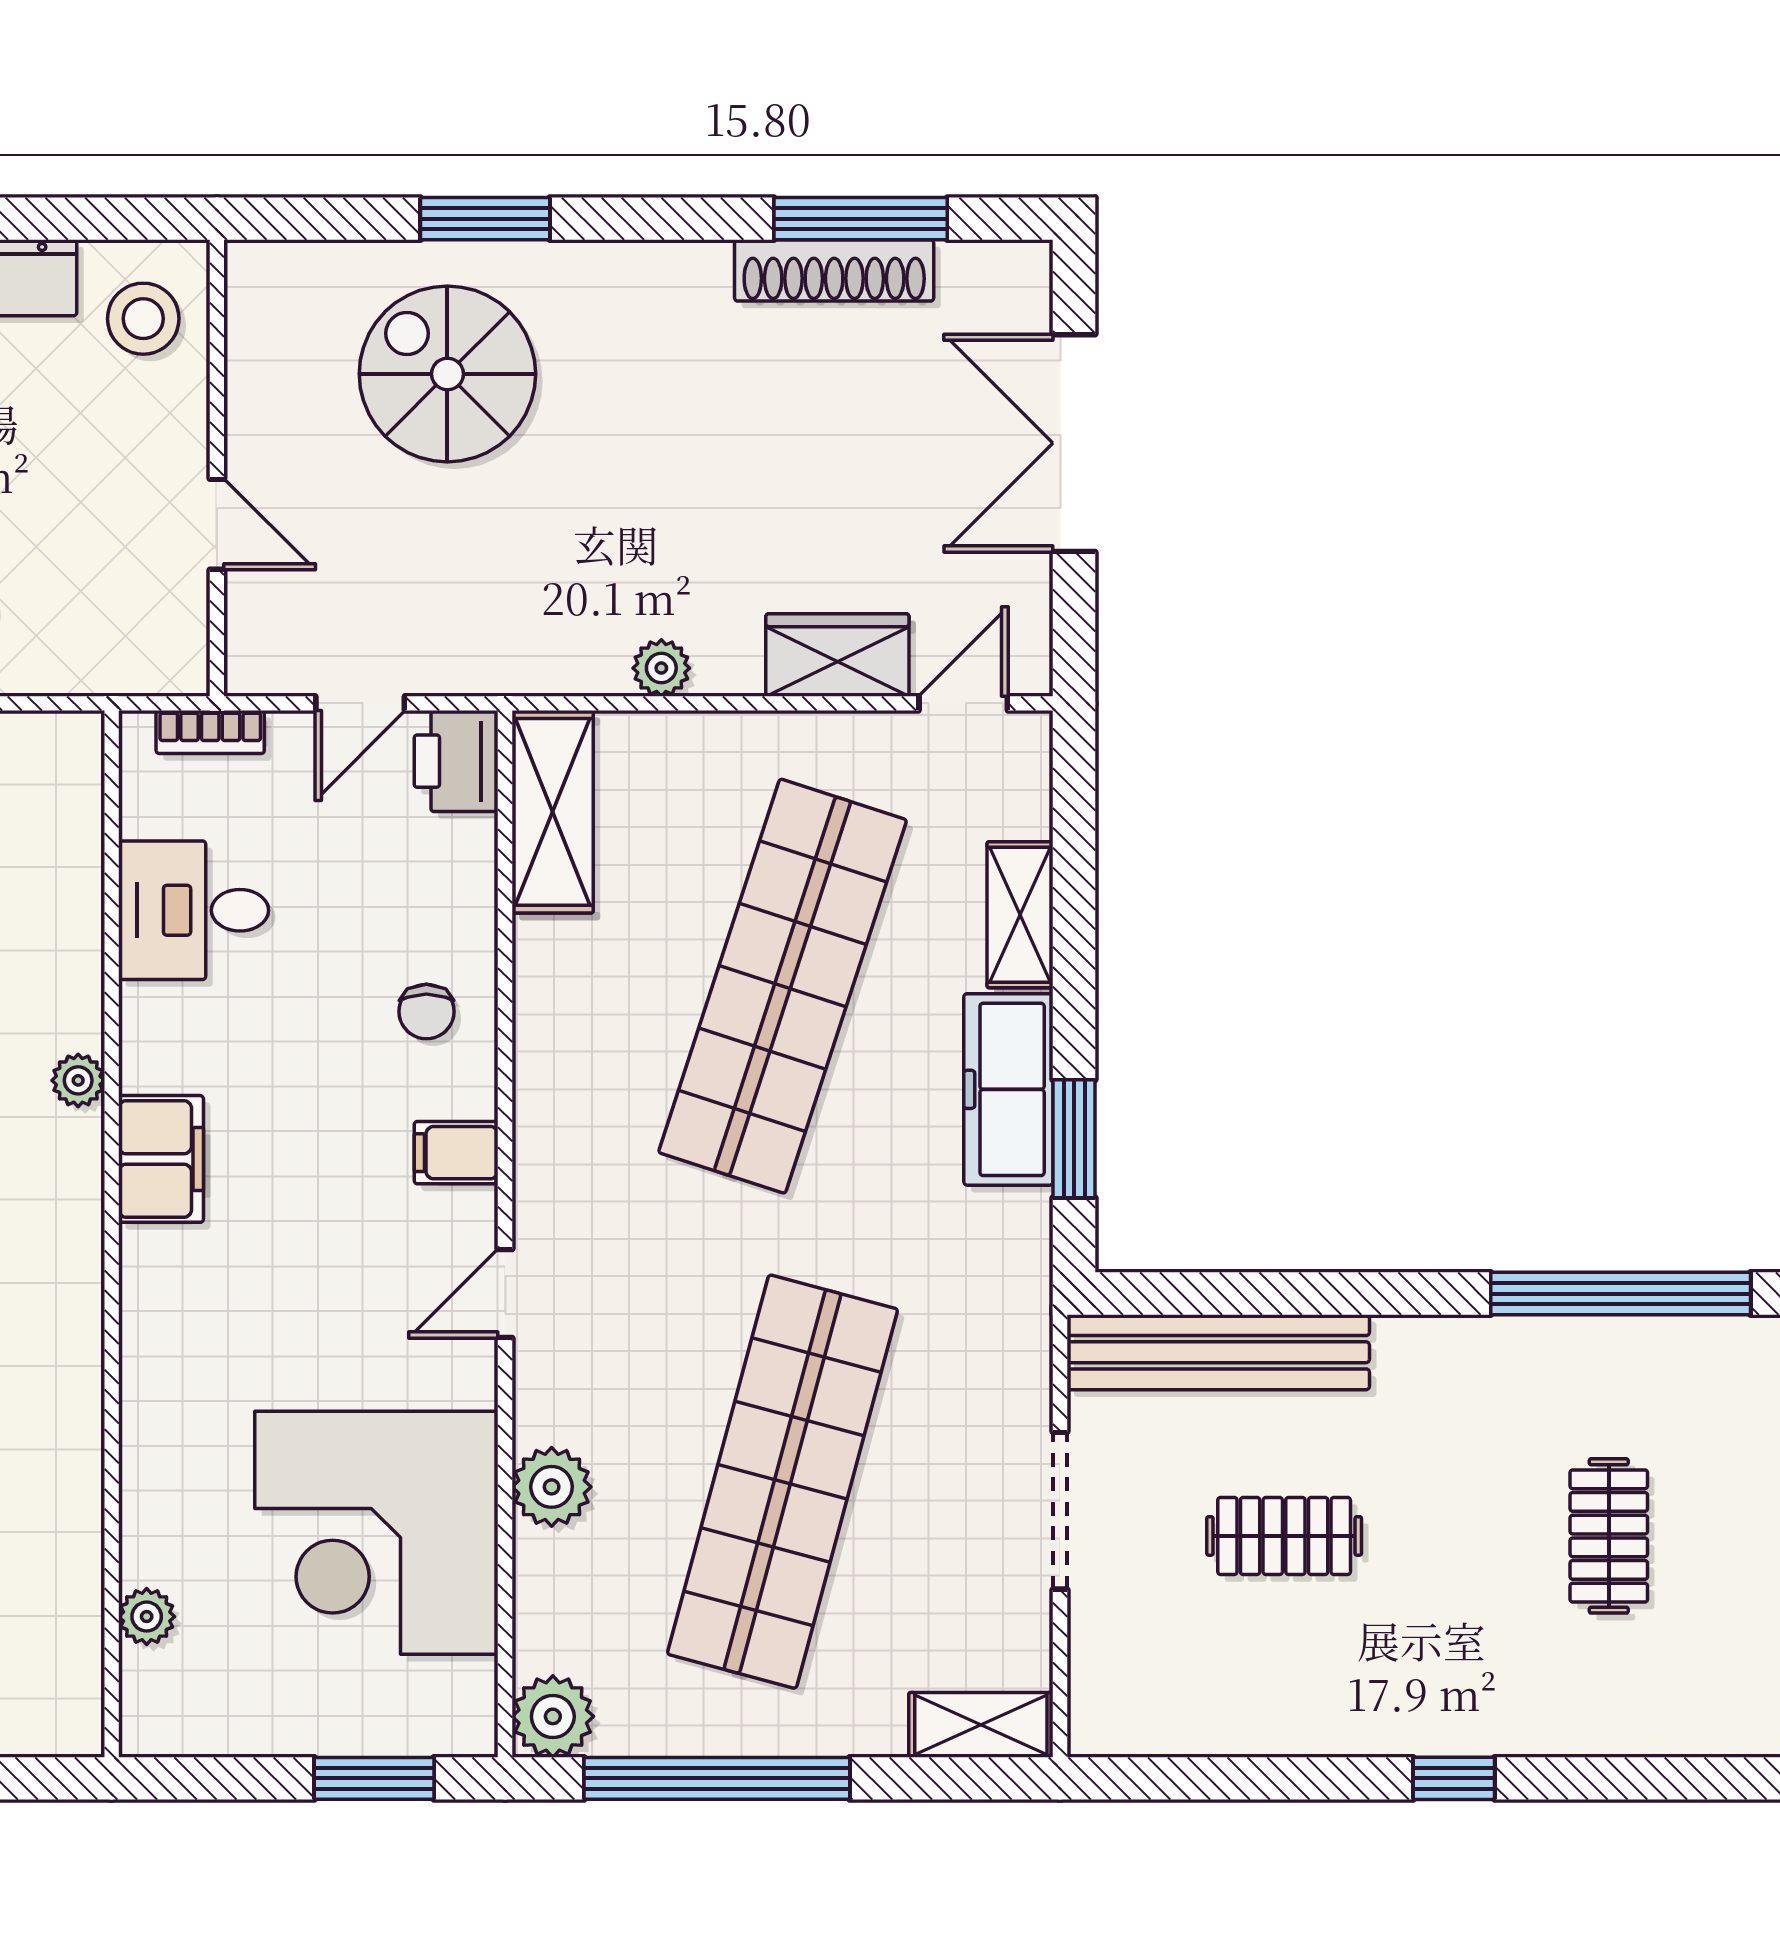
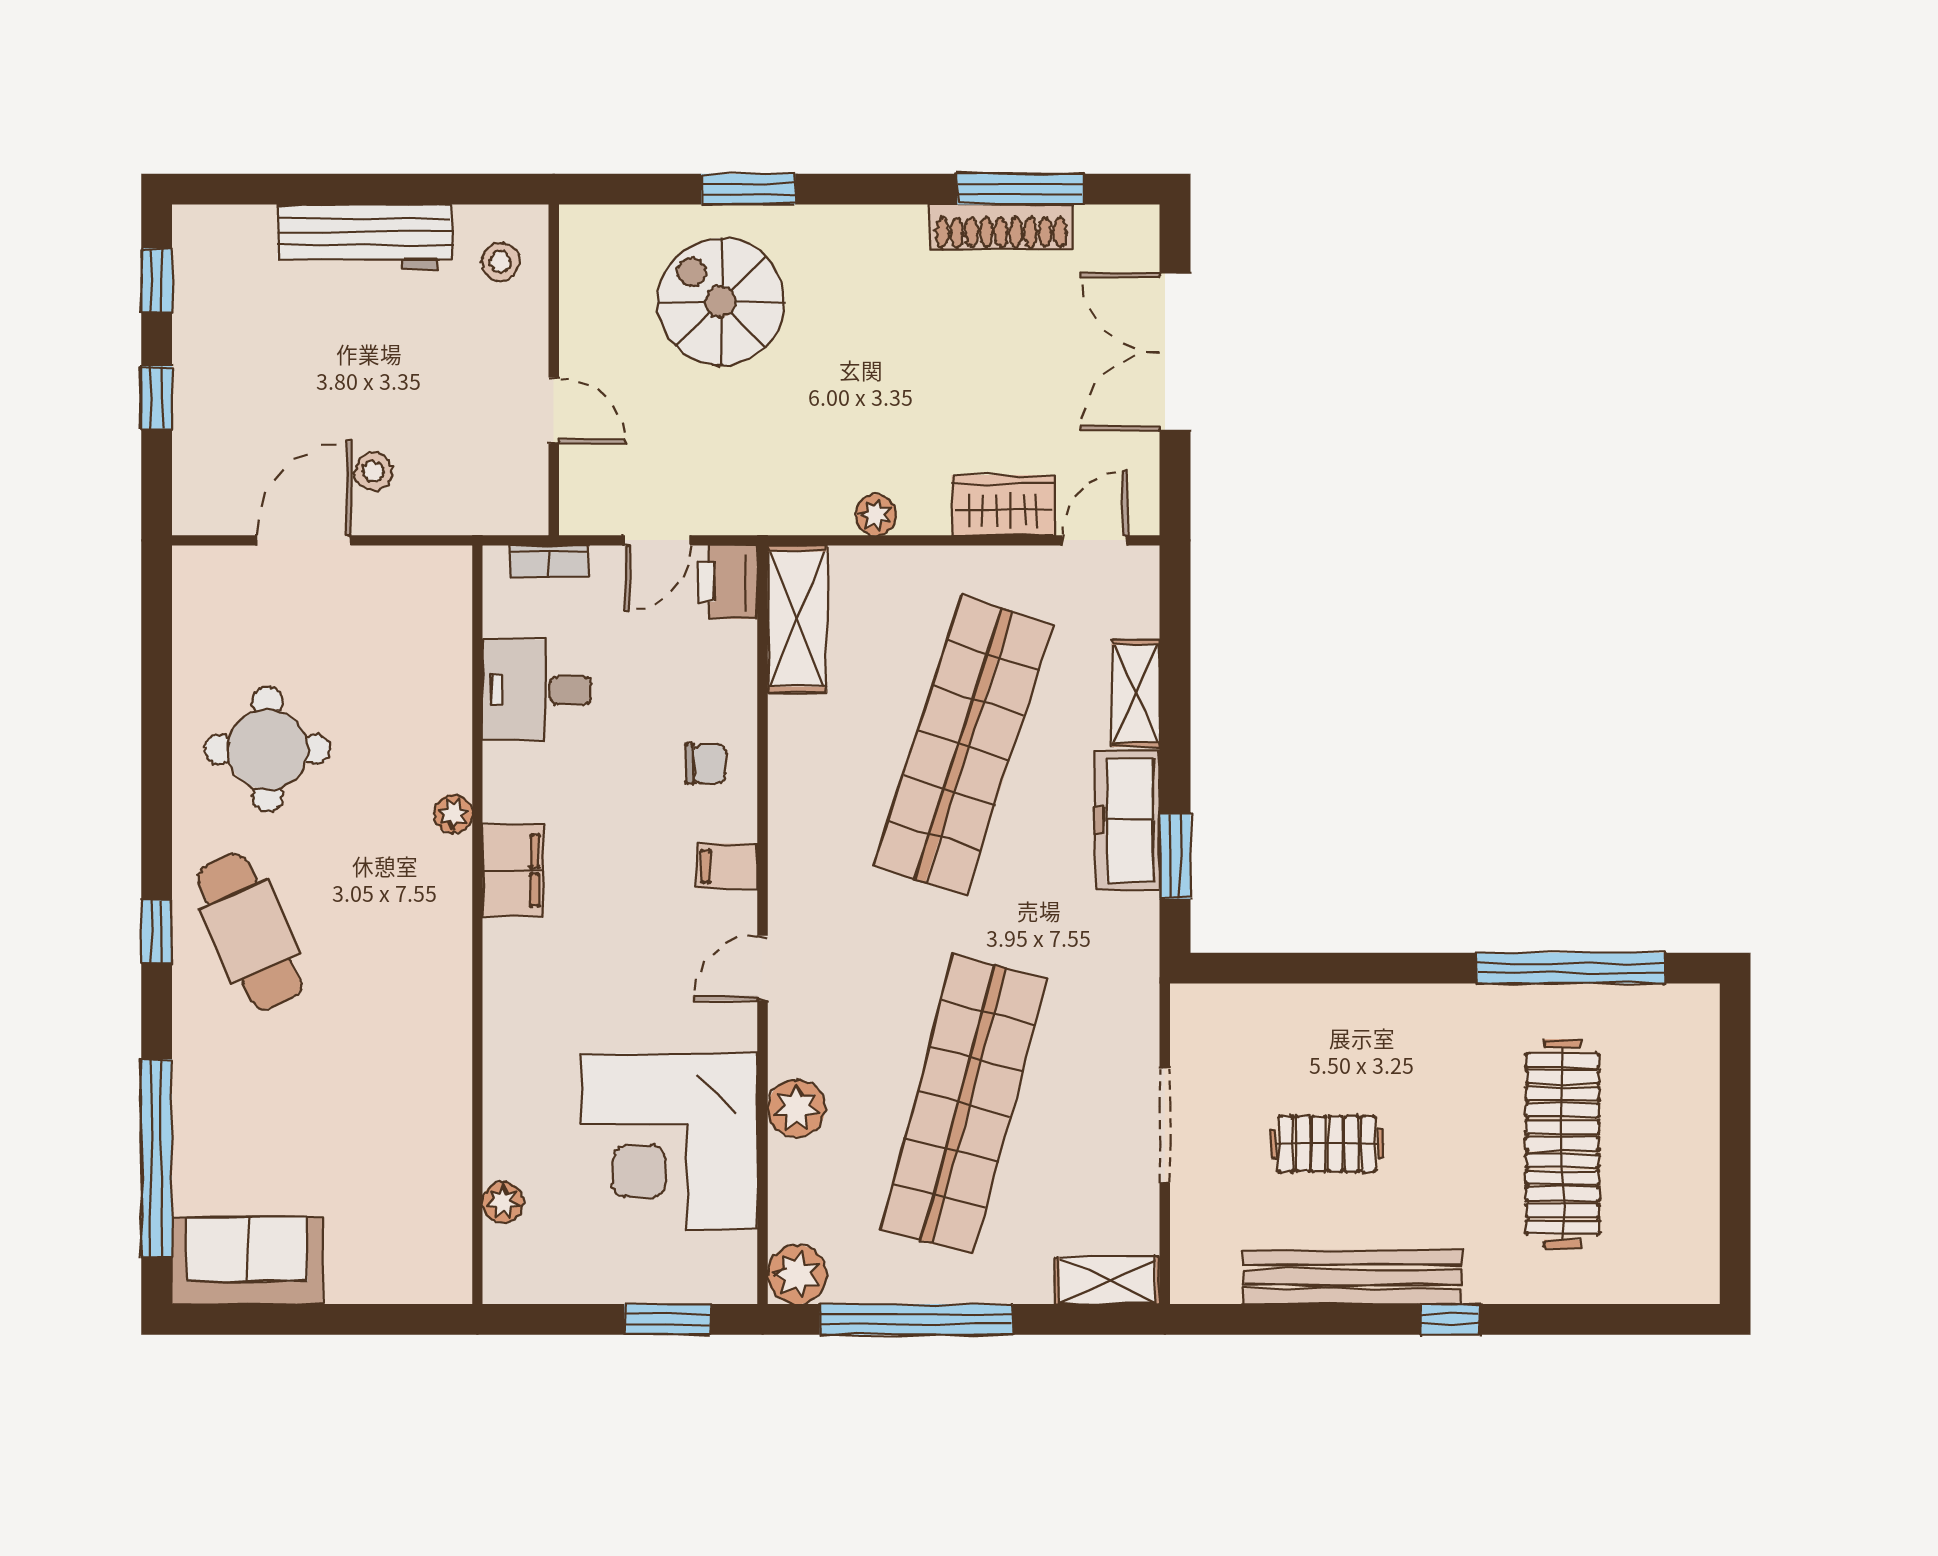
stool: (143, 319) -> (500, 262), width x0.73, depth x0.73
chair: (426, 1012) -> (706, 764), turned -90
bench: (1218, 1352) -> (1353, 1277), moved
clothes rail: (1609, 1536) -> (1563, 1144), width x1.86, depth x1.31

